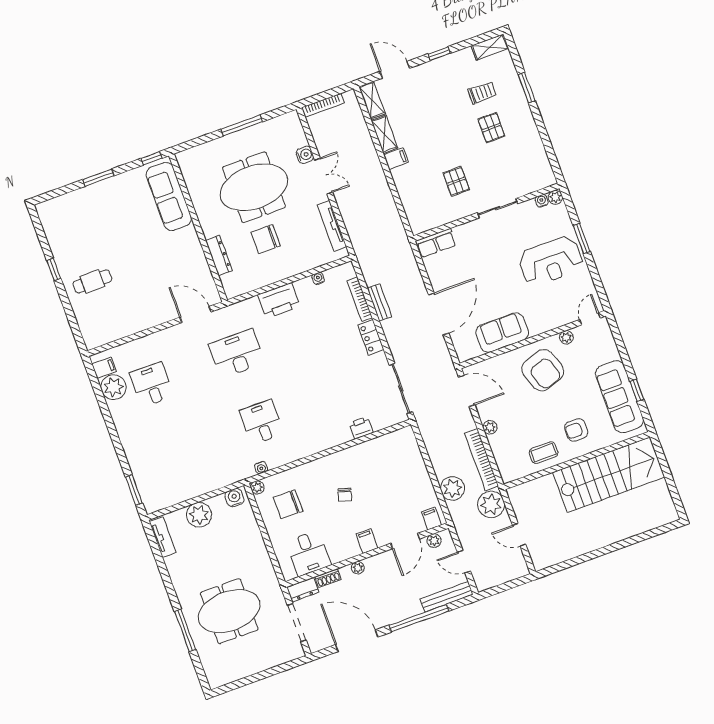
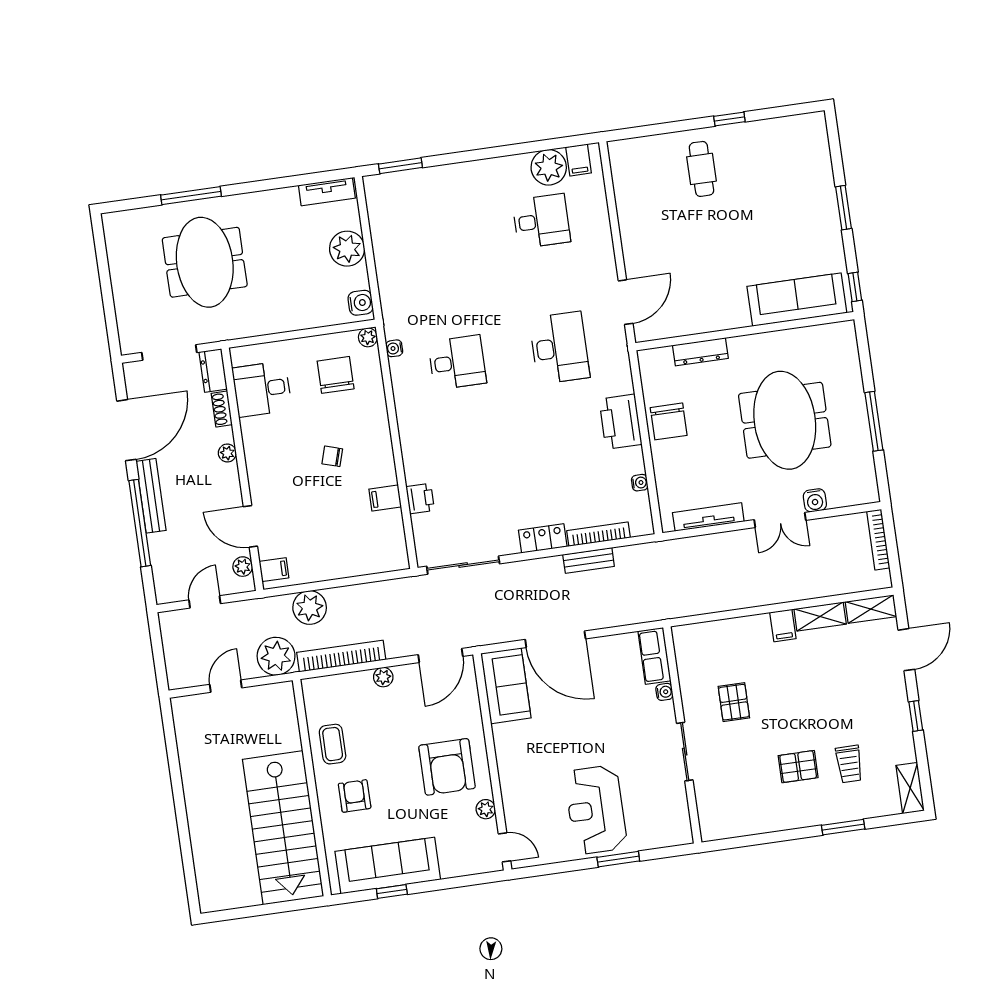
pallet: (456, 181) -> (734, 702), turned 90
plant: (555, 197) -> (683, 835), removed
water cooler: (542, 201) -> (664, 692), moved
chair: (266, 239) -> (669, 421), moved, turned 180
sofa: (502, 333) -> (506, 686), moved
armchair: (543, 370) -> (447, 767), turned -71
filing cabinet: (367, 541) -> (385, 498), moved, turned 180
bench: (447, 597) -> (151, 496), moved

